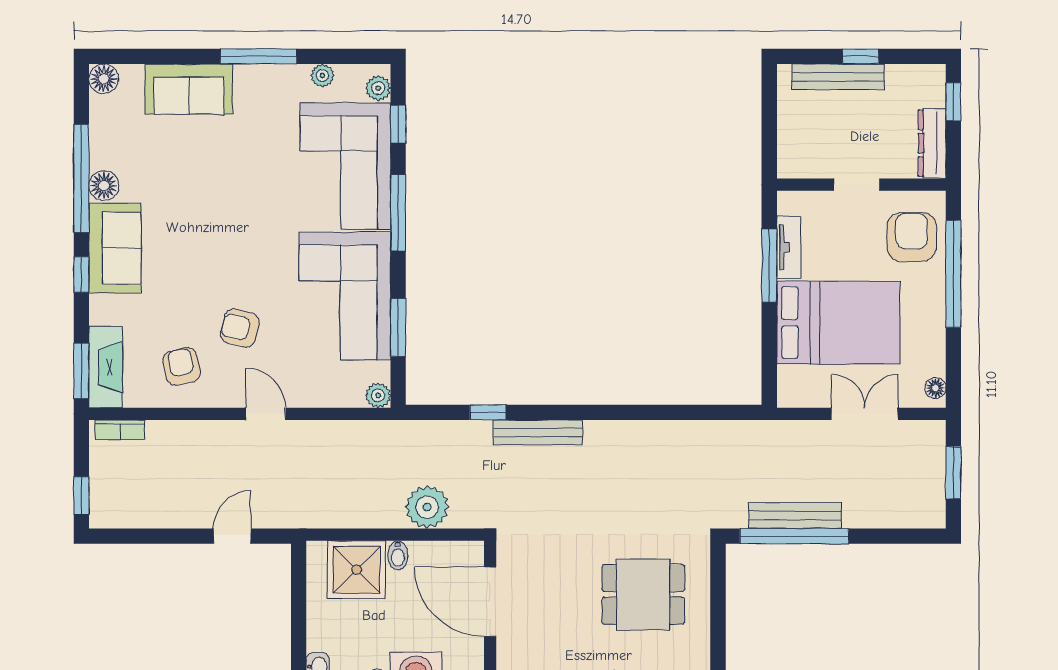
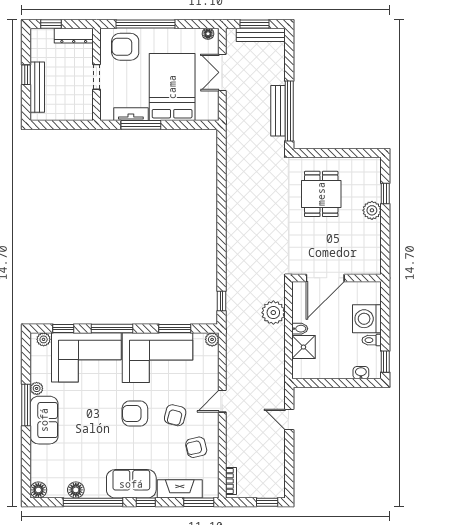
plant: (322, 76) -> (37, 388), moved
sofa: (189, 89) -> (44, 420), moved
floor lamp: (104, 186) -> (76, 490), moved
armchair: (243, 255) -> (135, 413), added
fireplace: (106, 367) -> (180, 489), moved
window: (488, 412) -> (221, 301), moved
bench: (538, 432) -> (261, 35), moved, turned 90
shower: (356, 570) -> (303, 347), width x0.73, depth x0.73

